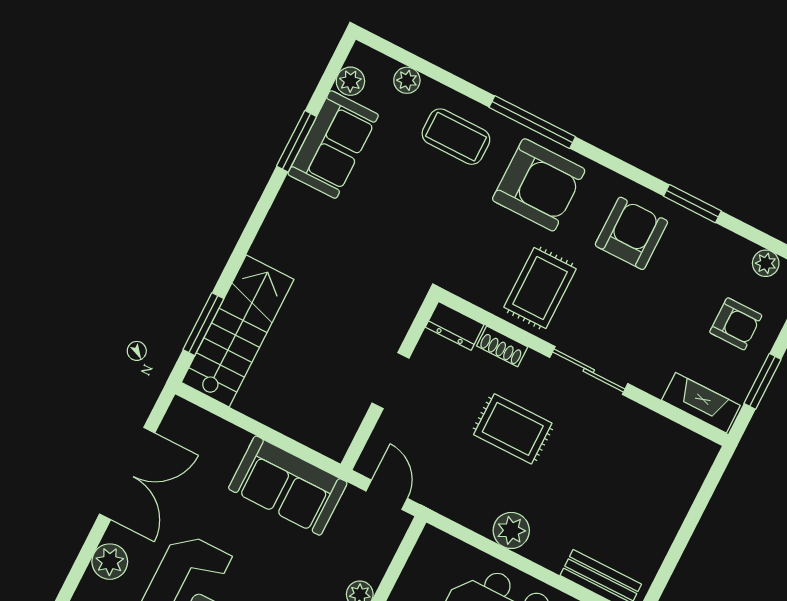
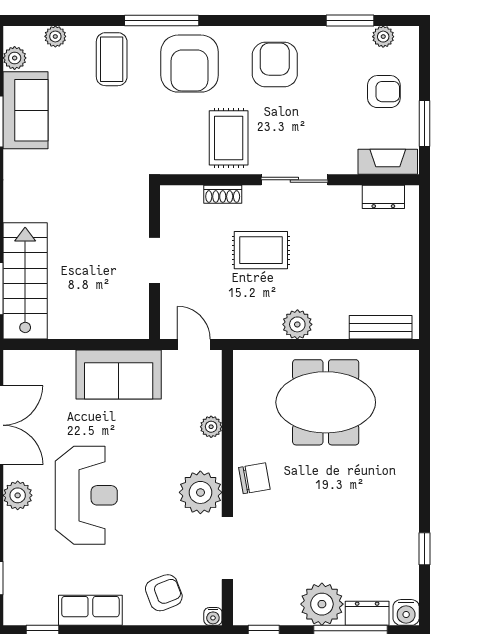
coffee table: (456, 137) -> (112, 59), turned 90
armchair: (539, 185) -> (190, 64), turned 90
window: (692, 204) -> (350, 20), moved
dresser: (455, 326) -> (383, 197), moved

